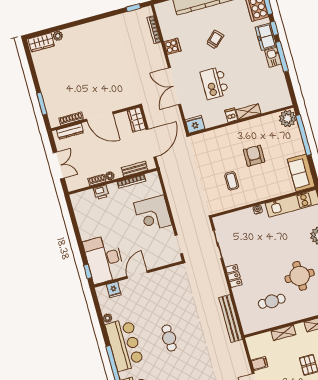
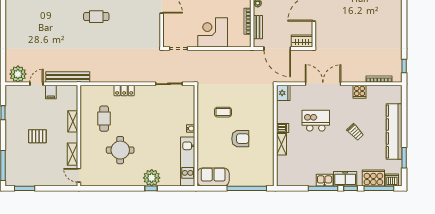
plant: (288, 118) -> (266, 178), removed
locker: (234, 276) -> (124, 91), moved
bench: (231, 319) -> (68, 77), moved

